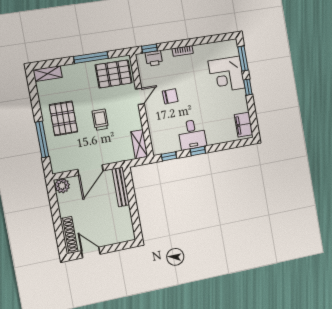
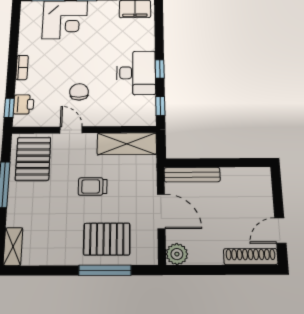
pallet: (63, 118) -> (107, 239), moved
desk: (192, 135) -> (136, 73), width x1.37
shelving: (139, 144) -> (127, 144), width x1.50, depth x1.33

